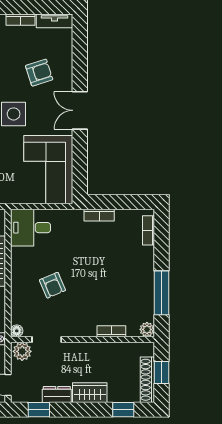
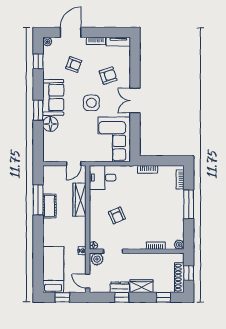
window: (161, 293) -> (189, 204), moved
window: (39, 410) -> (122, 297), moved

